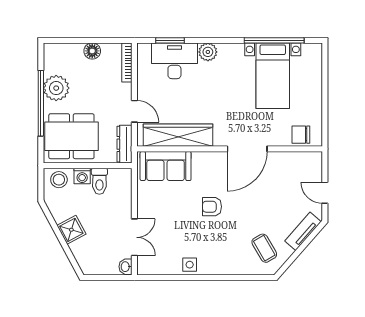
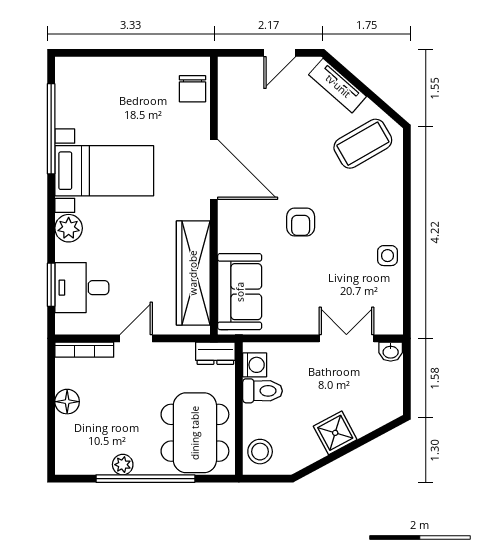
desk: (174, 61) -> (82, 288), width x0.73
bed with nightstands: (273, 76) -> (104, 171), moved
plant: (56, 88) -> (123, 465), width x0.53, depth x0.53
door: (134, 111) -> (136, 338), moved
dresser: (124, 144) -> (215, 353), width x0.70
washing machine: (82, 176) -> (255, 365), moved
coffee table: (264, 248) -> (363, 144), width x1.36, depth x1.30

